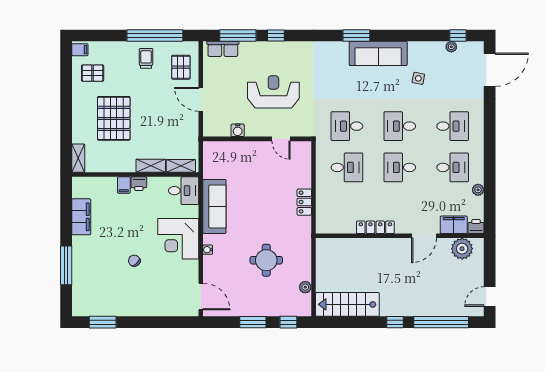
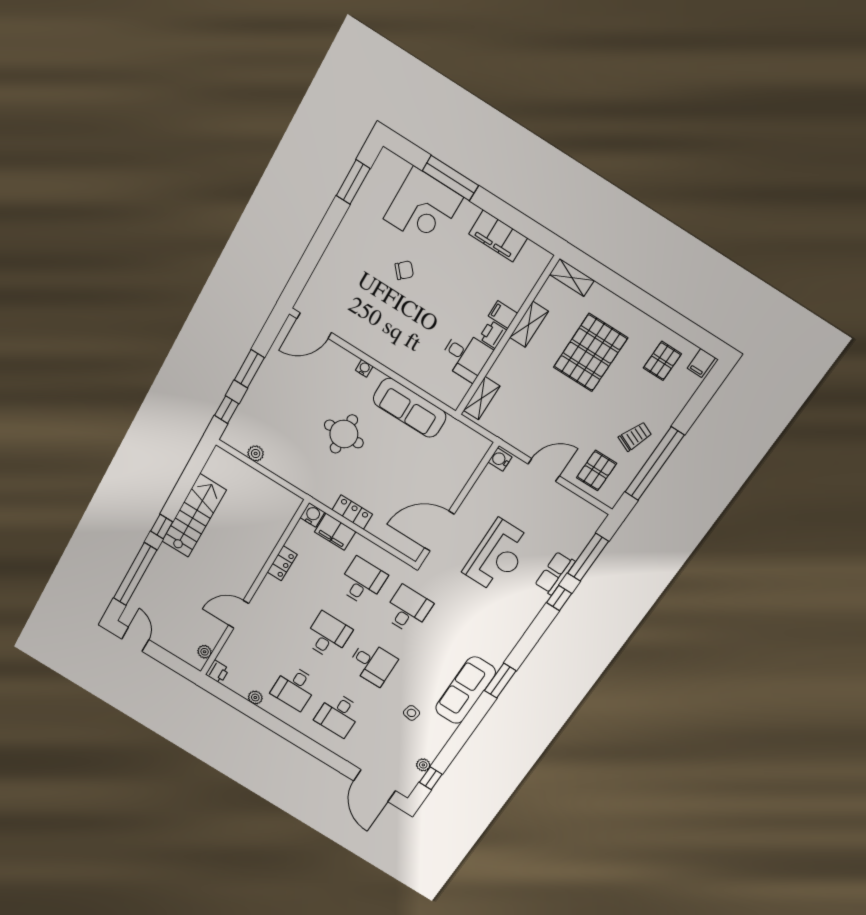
row of seats: (223, 49) -> (555, 573), moved
trolley: (146, 58) -> (635, 437), turned -67
pallet: (181, 67) -> (596, 471), turned 90
pallet: (114, 118) -> (590, 353), turned 90
desk: (400, 126) -> (372, 663), turned 90
water cooler: (238, 130) -> (500, 459), moved
door: (281, 139) -> (439, 531), width x1.87
shelving: (151, 166) -> (529, 324), moved
desk: (347, 167) -> (362, 582), turned 180
desk: (184, 191) -> (466, 356), moved, turned -90
filing cabinet: (454, 225) -> (335, 532), moved, turned 90
water cooler: (323, 227) -> (312, 515), added
locker: (375, 227) -> (282, 563), width x0.66
door: (424, 236) -> (239, 614), hinge flipped
corner desk: (178, 239) -> (423, 208), moved, turned 180
plant: (462, 249) -> (205, 652), width x0.53, depth x0.53
round table: (266, 260) -> (344, 434), moved
stairs: (347, 304) -> (194, 516), moved

